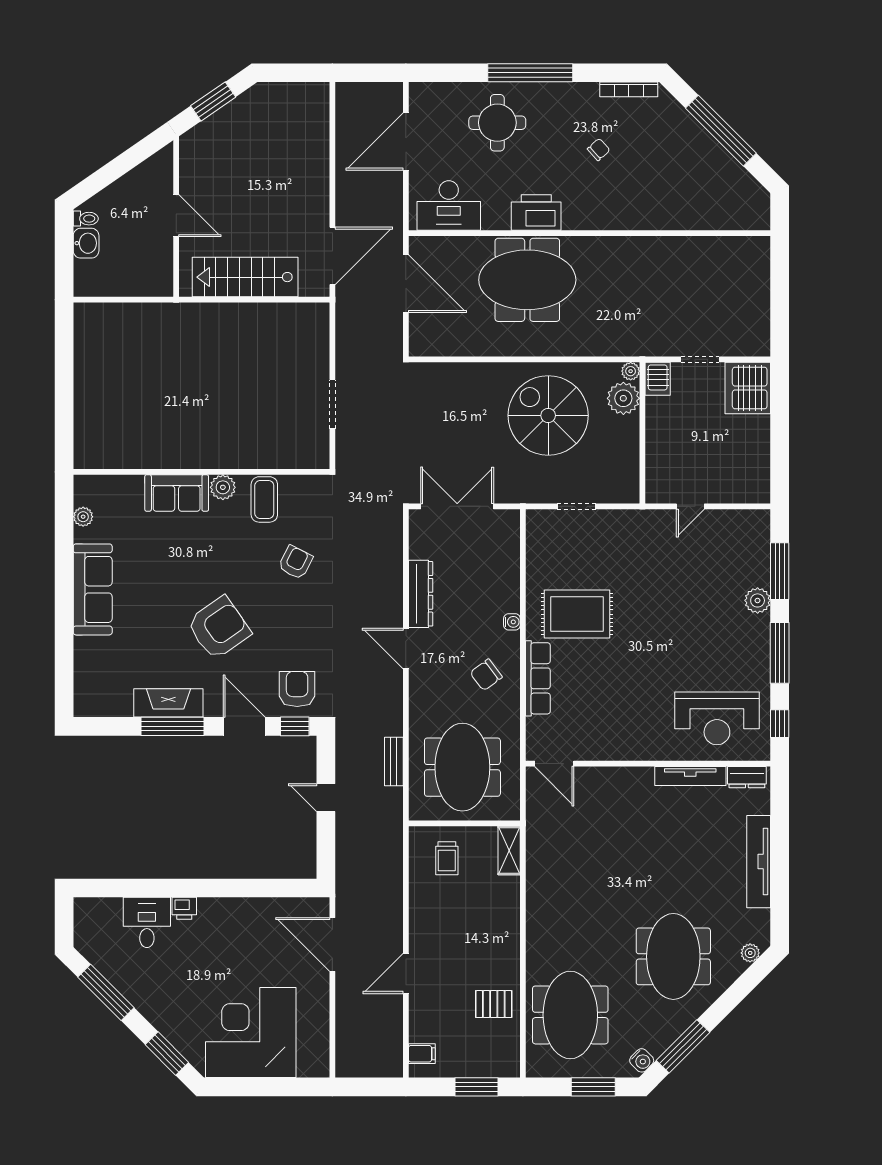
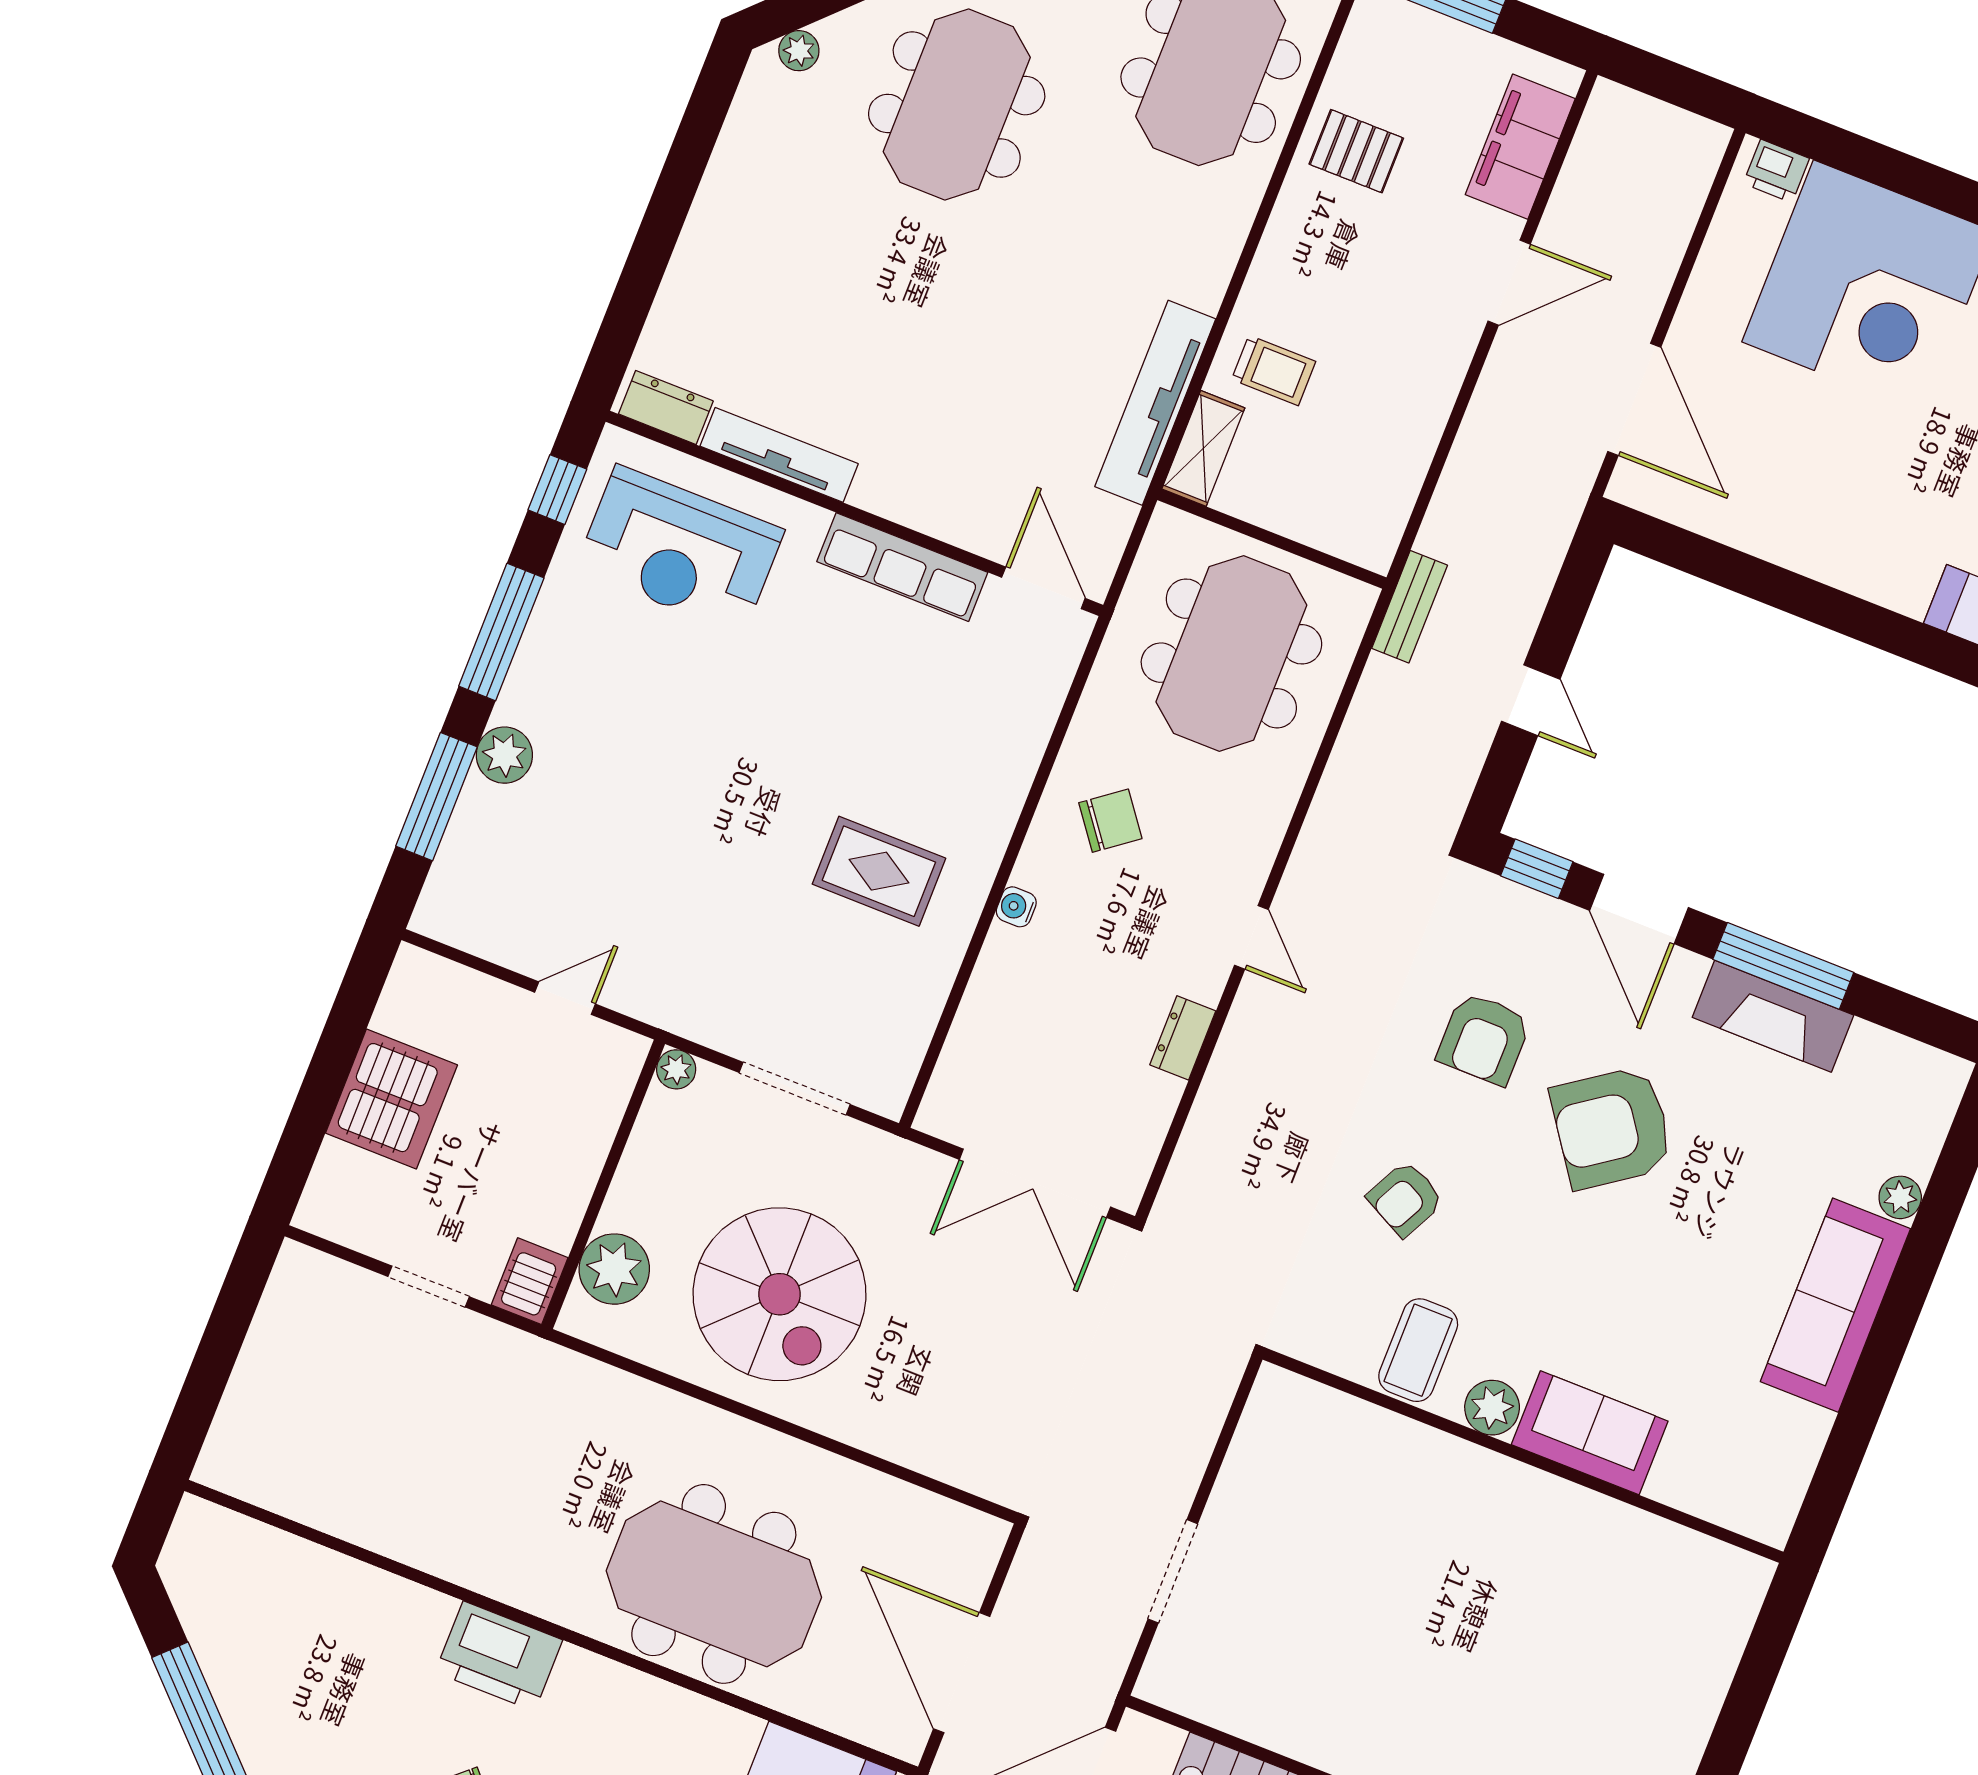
printer: (536, 213) -> (499, 1656), moved
plant: (631, 371) -> (676, 1069), moved
server rack: (748, 388) -> (391, 1099), moved
doorway: (332, 404) -> (1173, 1571), moved
doorway: (576, 506) -> (795, 1089), width x1.38
plant: (83, 517) -> (1900, 1197), moved
dresser: (421, 594) -> (1183, 1038), width x0.51, depth x0.80
rug: (577, 614) -> (879, 871), width x0.73, depth x0.70
door: (406, 649) -> (1251, 937), width x0.73
row of seats: (538, 678) -> (902, 567), moved, turned -90
armchair: (297, 689) -> (1484, 1039), moved
reception desk: (717, 718) -> (680, 550), turned 180
bench: (394, 762) -> (1410, 607), moved
trolley: (447, 858) -> (1274, 370), moved, turned 90
tv unit: (759, 862) -> (1155, 403), moved, turned 180
printer: (184, 908) -> (1776, 171), moved, turned 180
filing cabinet: (422, 1054) -> (1520, 147), width x3.00, depth x1.17

